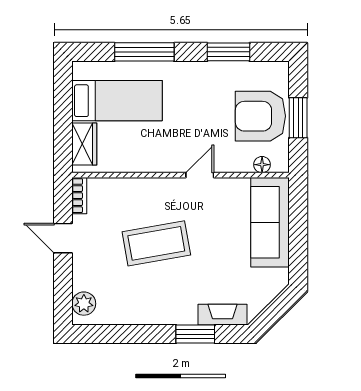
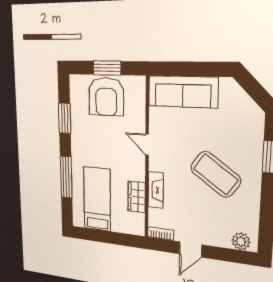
wardrobe: (84, 144) -> (137, 197), moved, turned -90
floor lamp: (262, 165) -> (140, 97), removed
coffee table: (156, 243) -> (216, 174), moved, turned -45
fireplace: (223, 315) -> (156, 190), moved, turned 180

